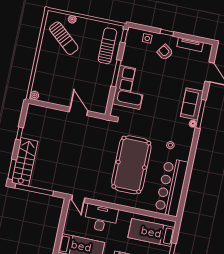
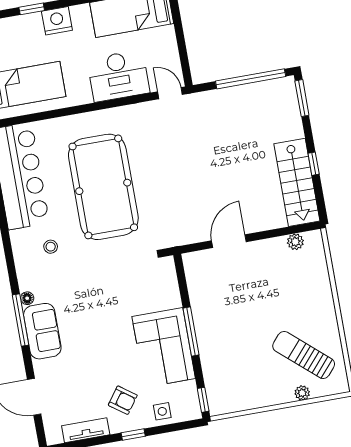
sun lounger: (107, 46) -> (225, 372), removed
corner sofa: (130, 87) -> (164, 348), moved
plant: (34, 95) -> (295, 242), moved
door: (79, 111) -> (229, 241), swing flipped
stairs: (25, 162) -> (297, 182), moved

